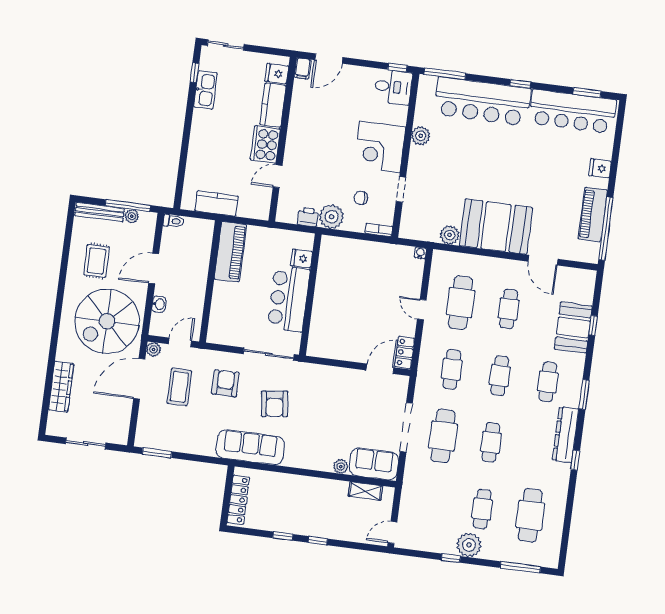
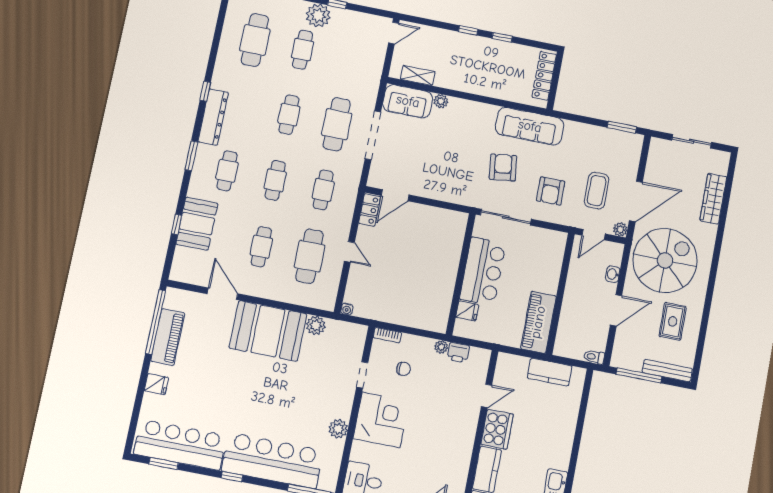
plant: (132, 216) -> (635, 364), removed
plant: (332, 217) -> (441, 347), width x0.53, depth x0.53

